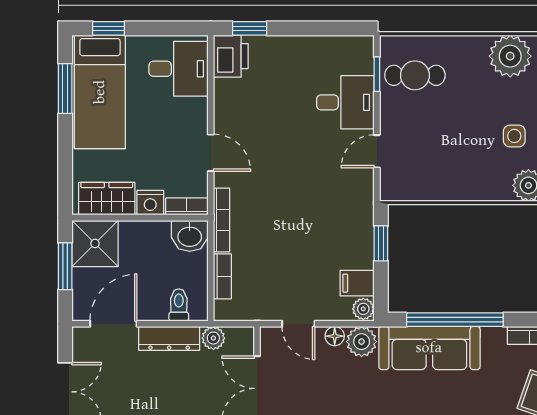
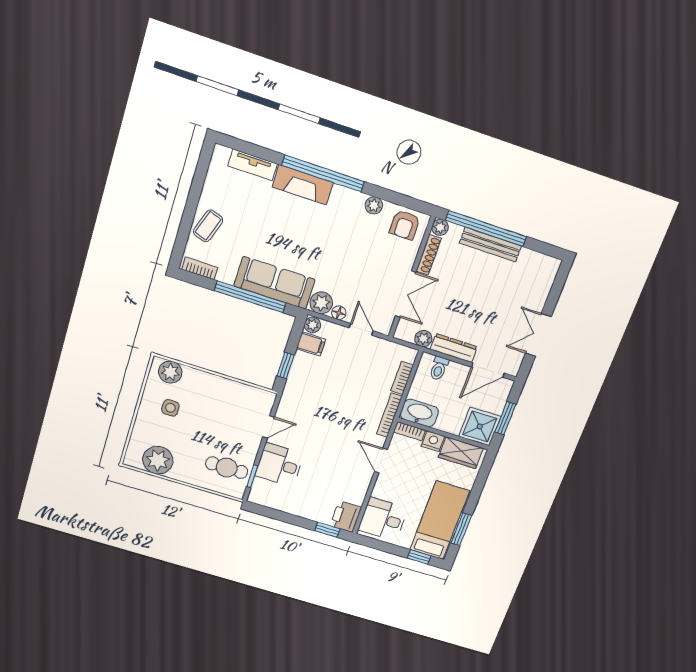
washbasin: (190, 236) -> (419, 413), width x1.38

